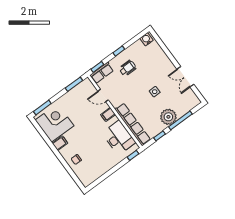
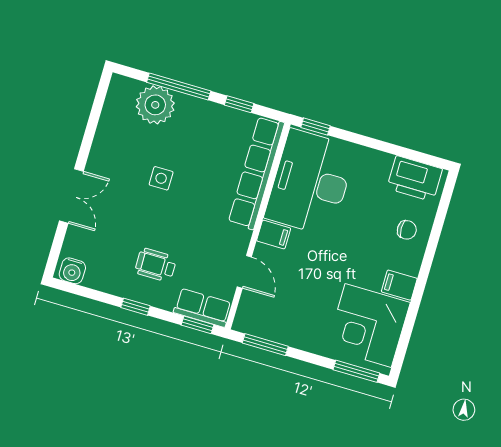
double door: (185, 77) -> (71, 196), moved
plant: (168, 117) -> (155, 105), moved
desk: (119, 138) -> (310, 182), width x1.36, depth x1.30
printer: (91, 175) -> (415, 179), added

